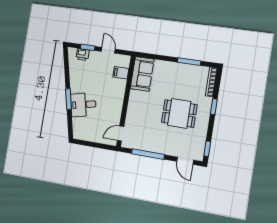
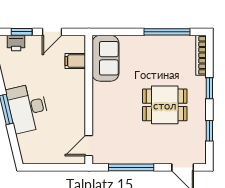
door: (108, 50) -> (52, 32), swing flipped
window: (189, 62) -> (167, 32), width x1.44
desk: (83, 105) -> (28, 108), width x1.37
window: (207, 149) -> (209, 131), moved

